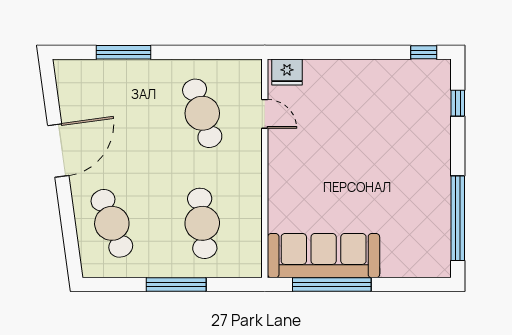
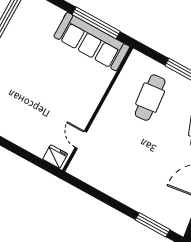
window: (124, 52) -> (153, 225), moved
cafe table: (202, 113) -> (116, 160), removed

